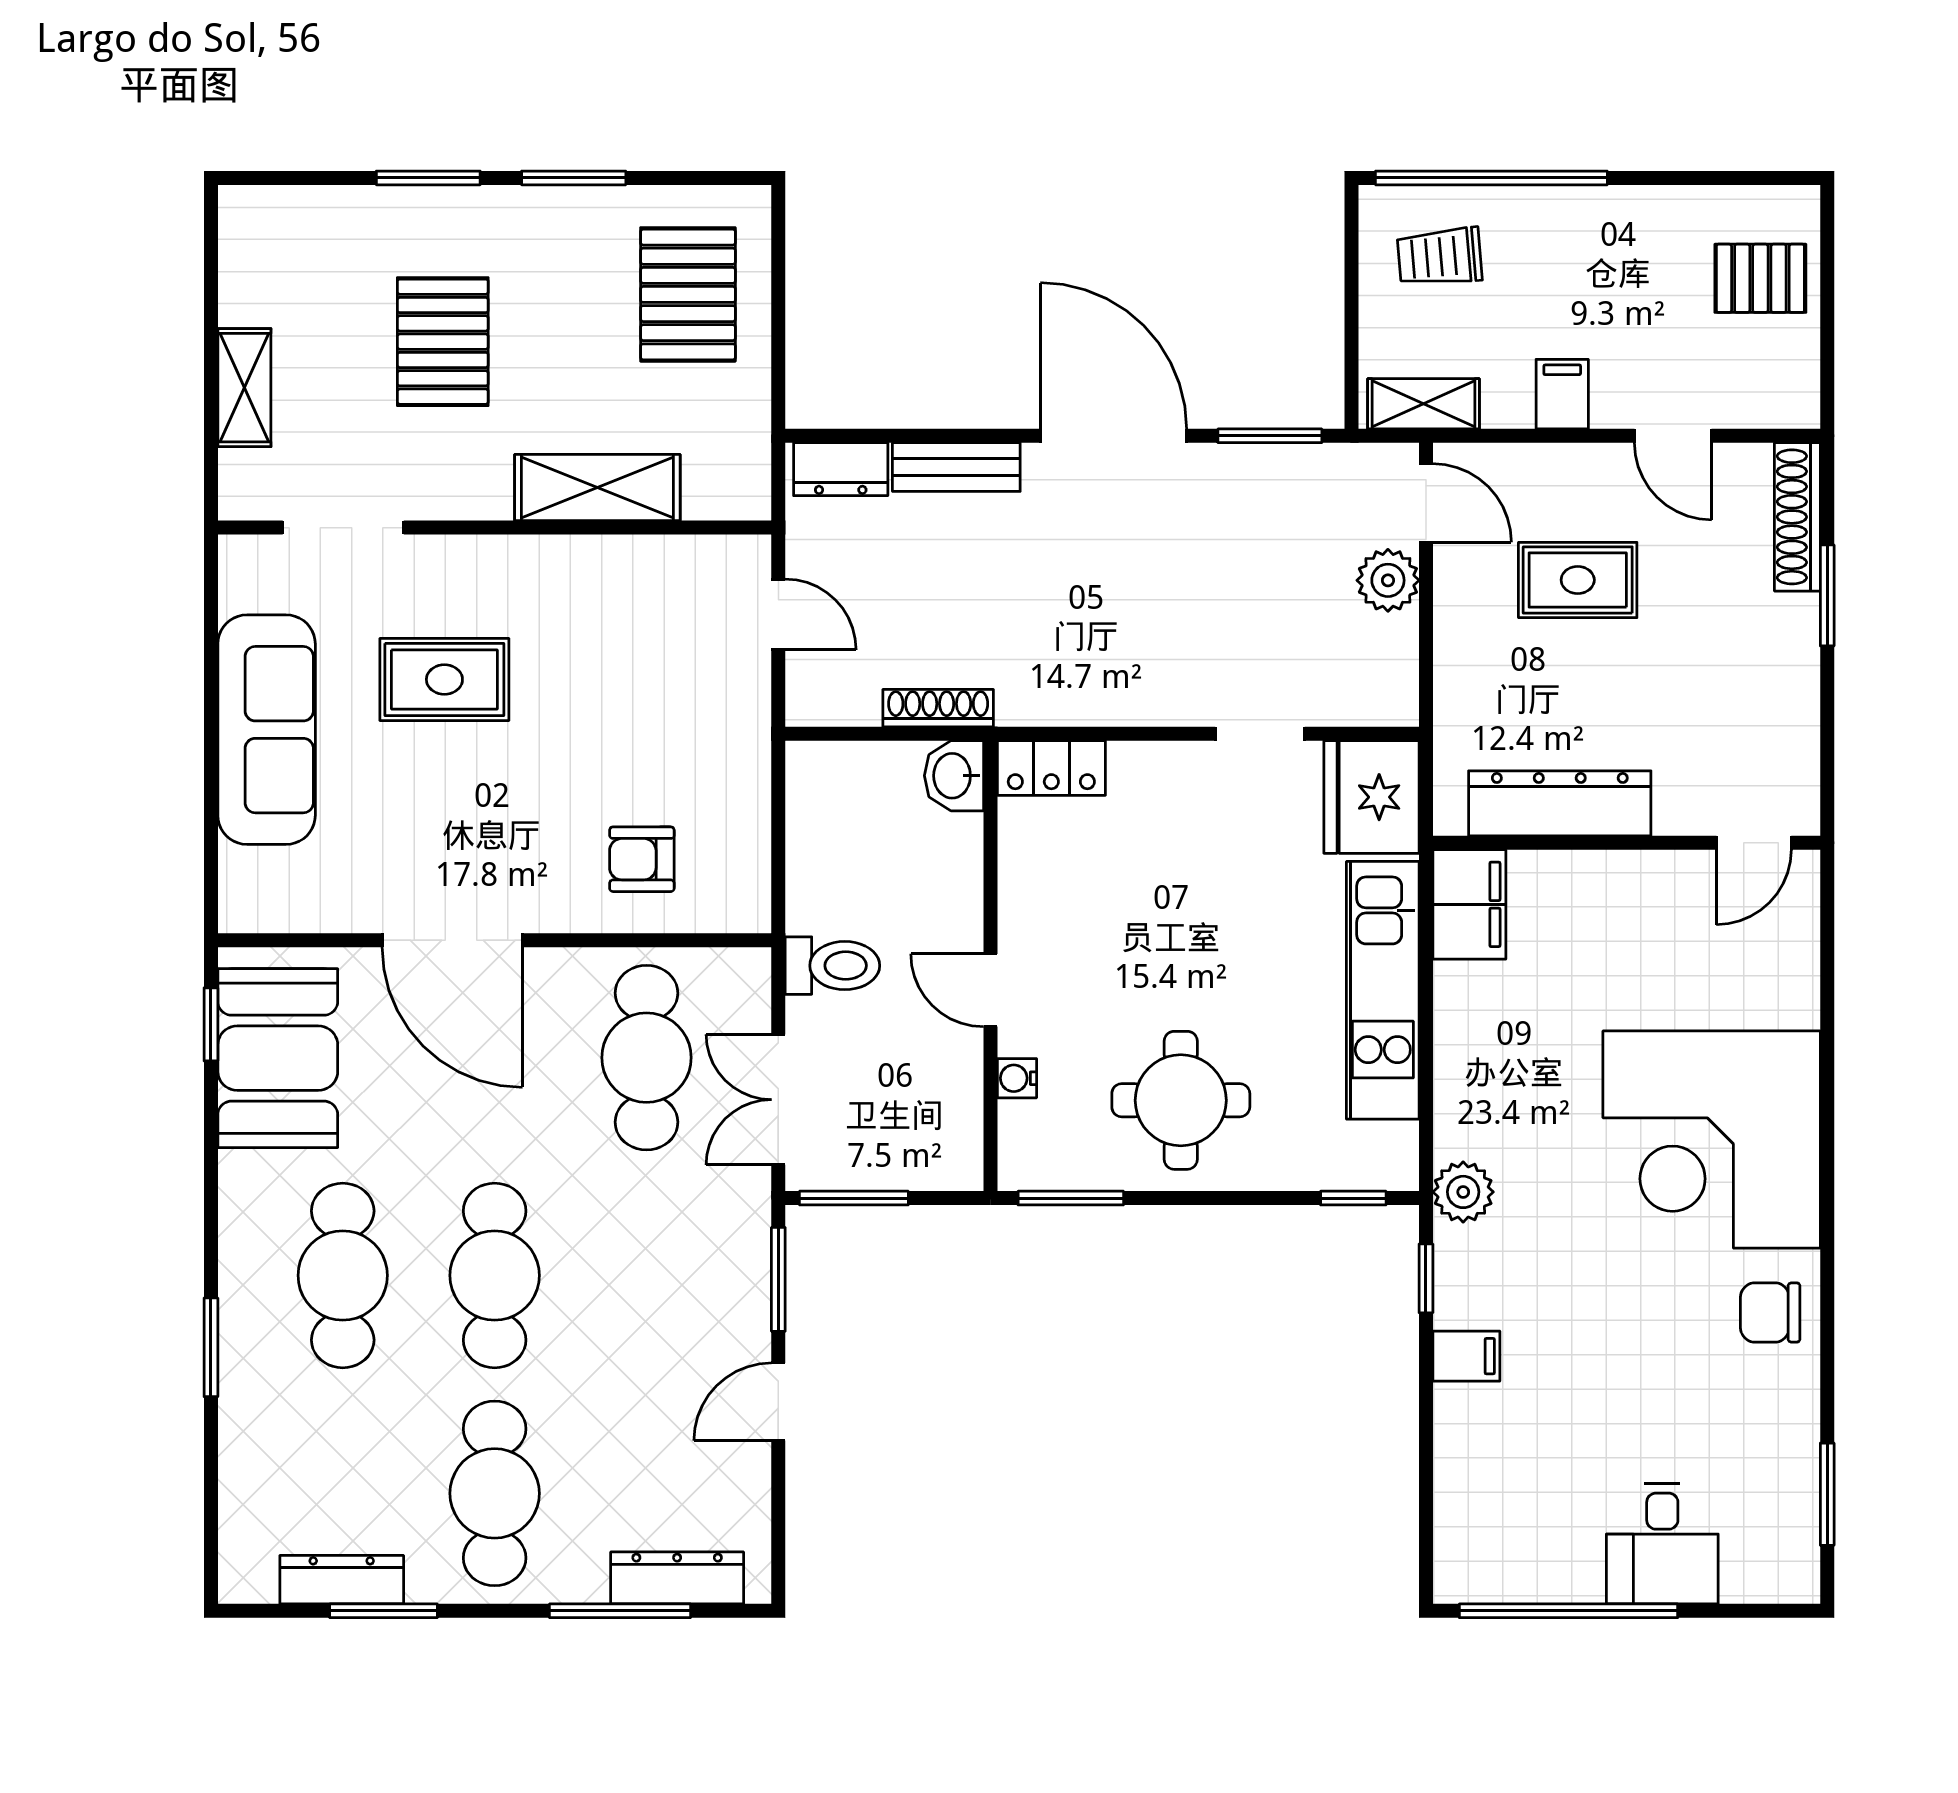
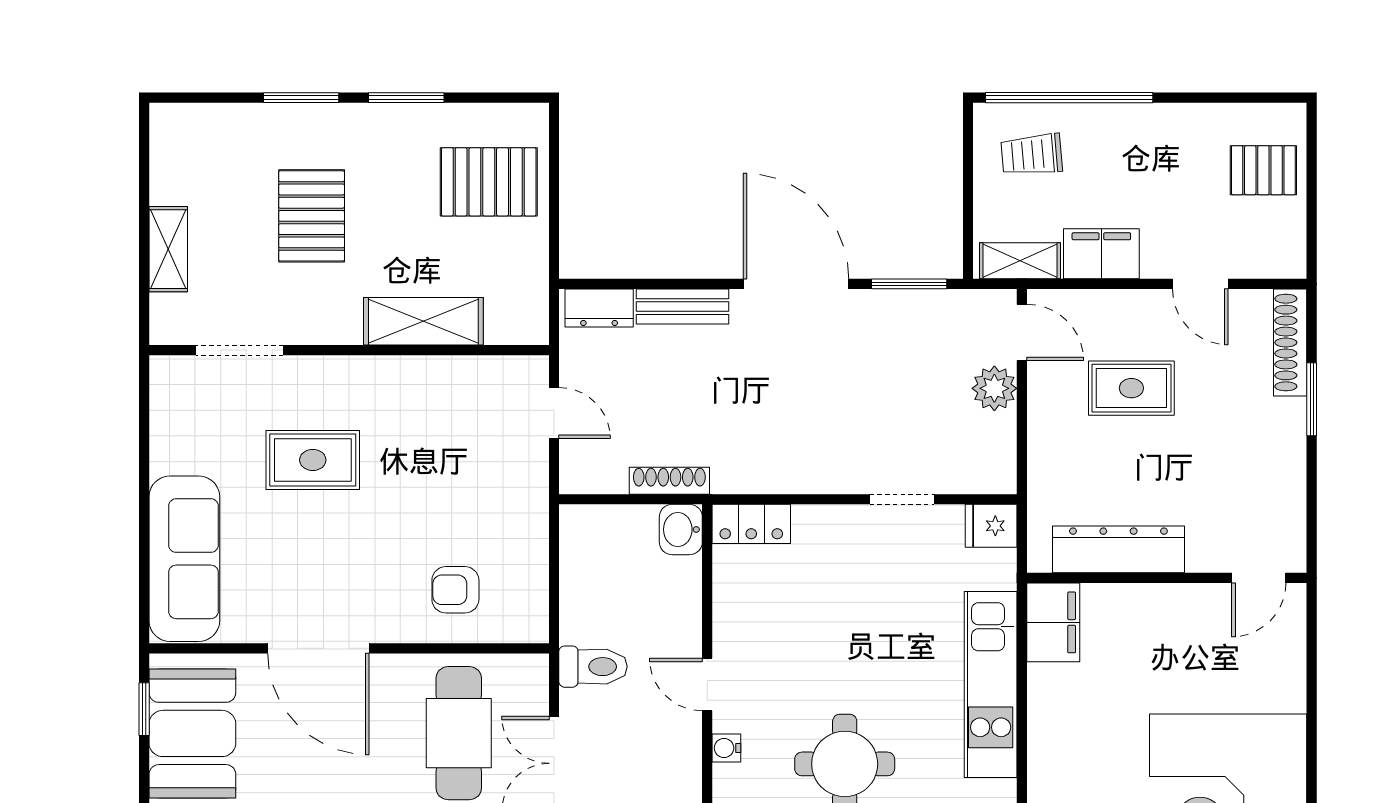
pallet: (688, 294) -> (489, 182), turned 90
filing cabinet: (1562, 394) -> (1101, 254), width x2.00
sofa: (267, 730) -> (184, 559), moved
fridge: (1371, 797) -> (991, 526), width x0.53, depth x0.75

